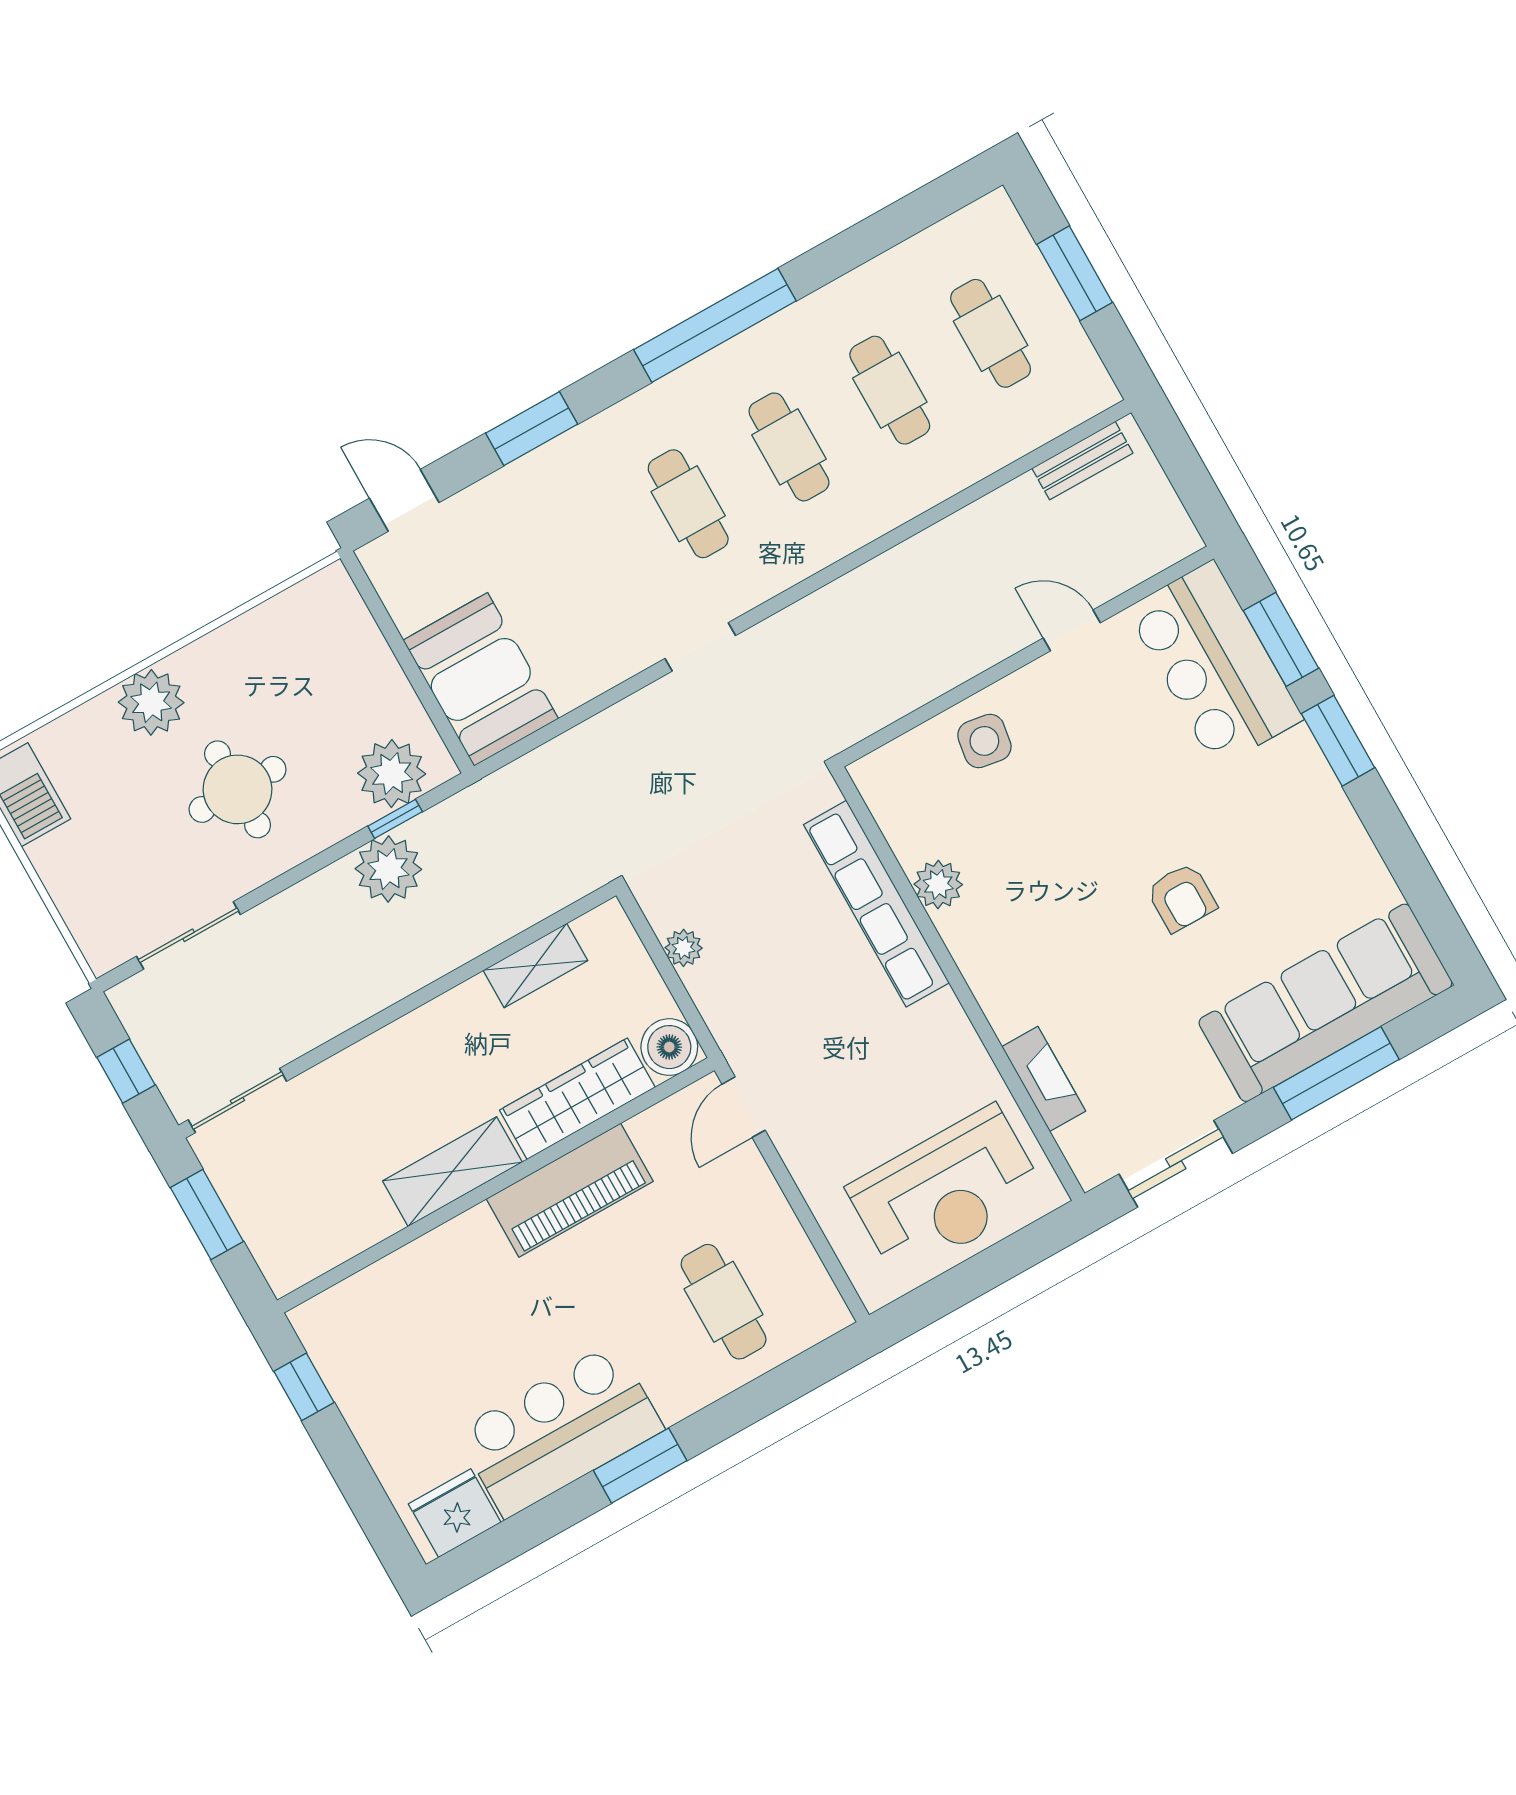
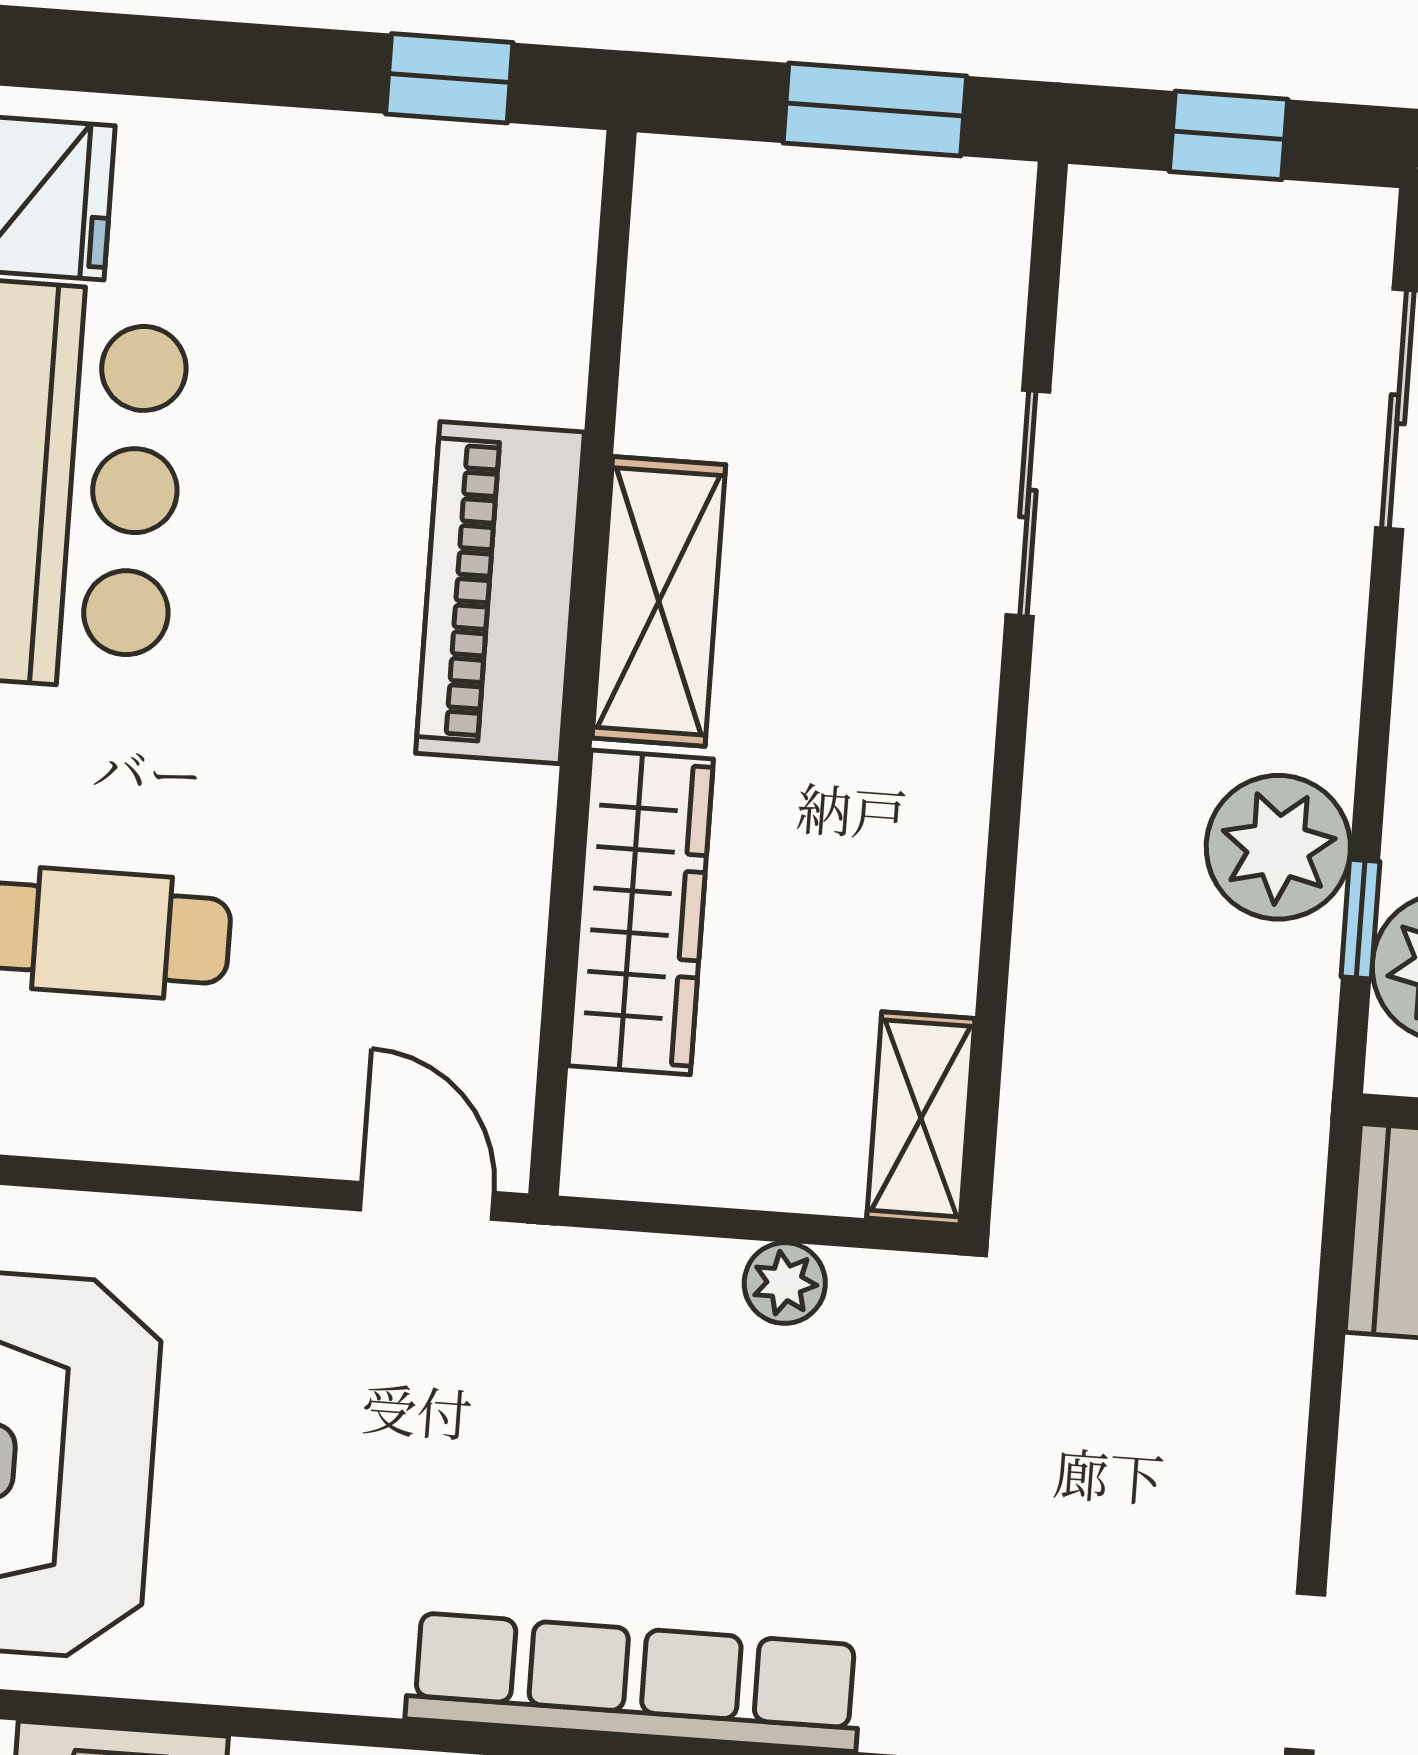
shelving: (535, 965) -> (921, 1118), moved
boiler: (669, 1047) -> (624, 1139), removed
sliding door: (237, 1101) -> (1028, 504), moved
piano: (570, 1190) -> (500, 593), moved

